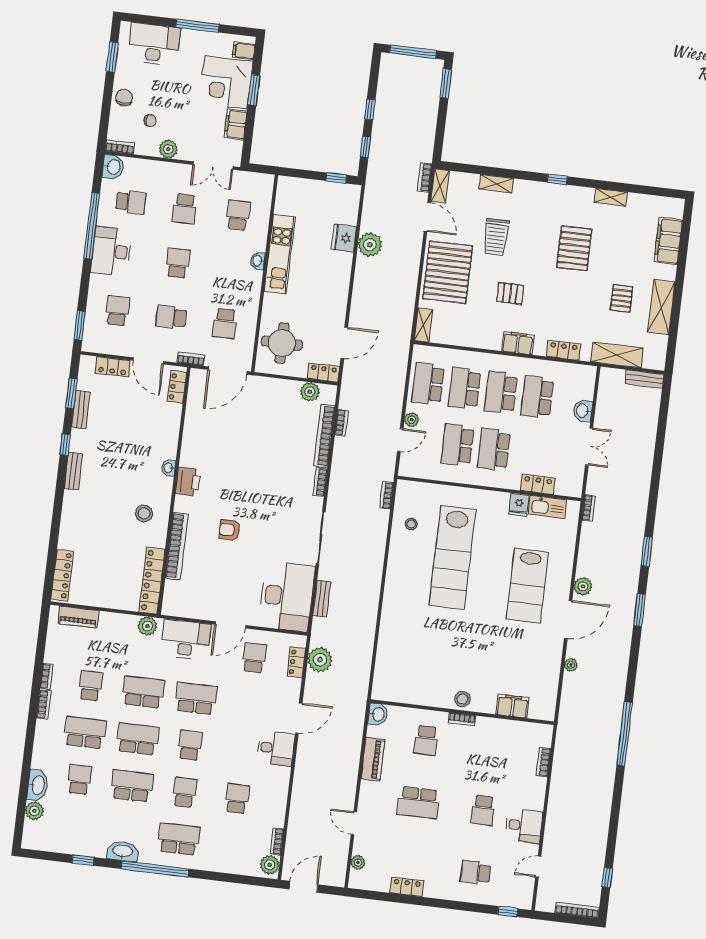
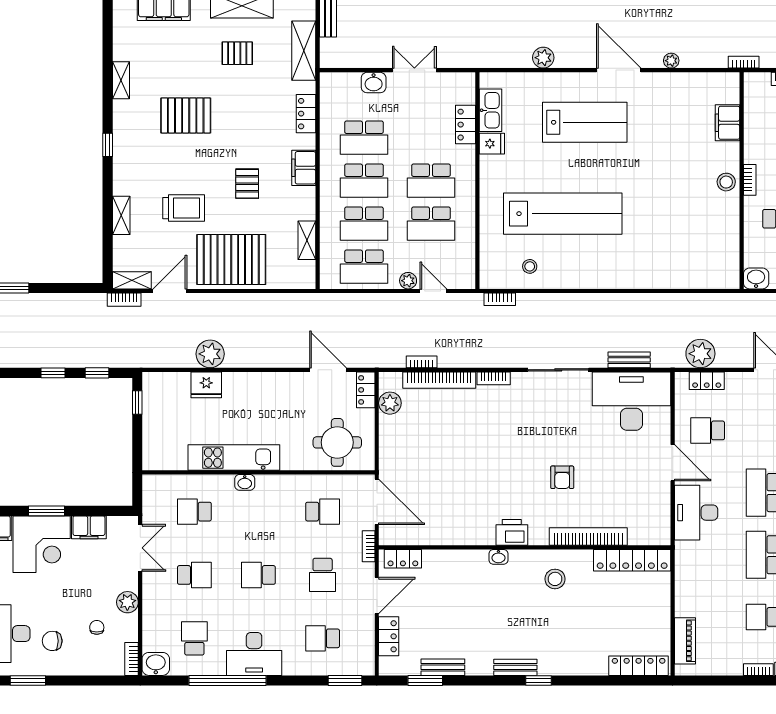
chair: (124, 97) -> (52, 641), moved
shelving: (423, 325) -> (307, 240), moved, turned 90
window: (65, 445) -> (539, 680), moved
bookcase: (589, 508) -> (744, 62), moved
plant: (583, 586) -> (543, 58), moved
plant: (147, 626) -> (686, 559), removed

